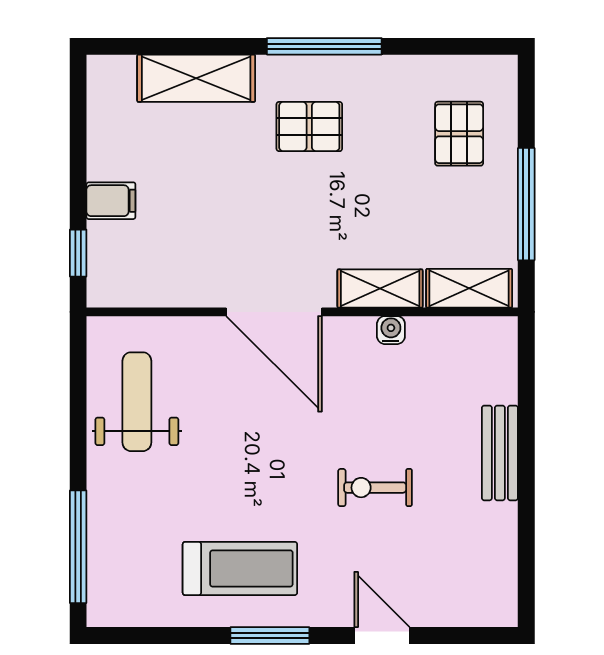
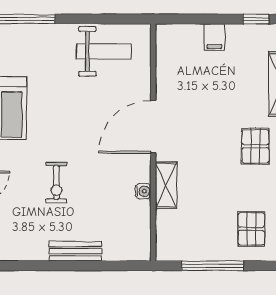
pallet: (459, 134) -> (251, 229), turned 90
window: (78, 253) -> (256, 19), moved
shelving: (469, 288) -> (166, 234), removed
exercise bike: (375, 488) -> (56, 183), turned 180

